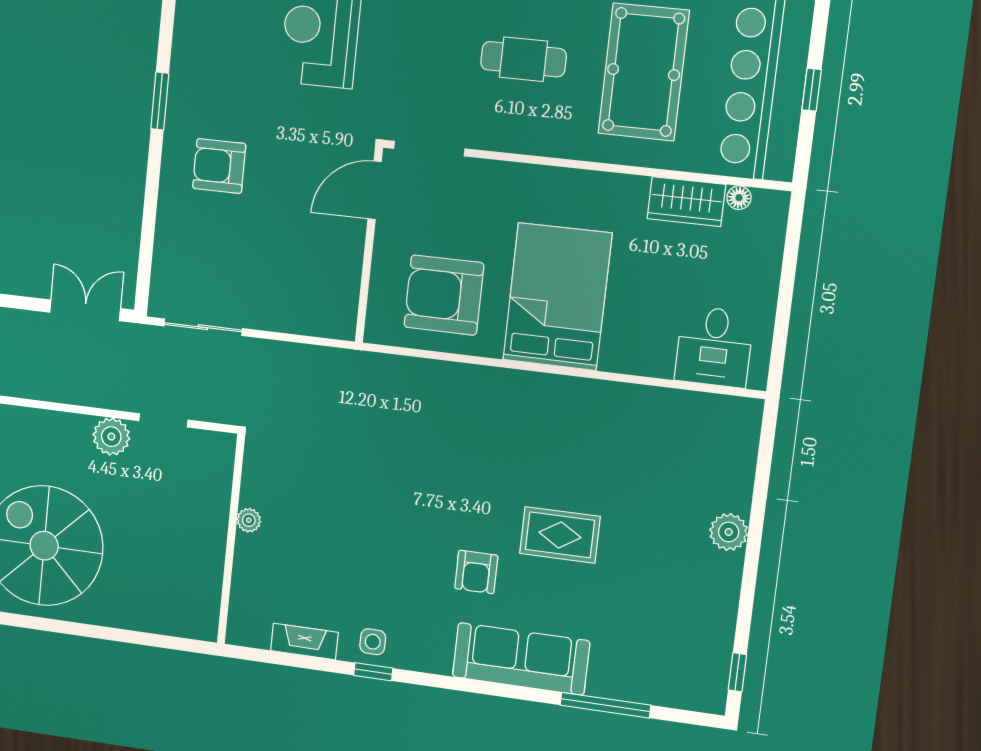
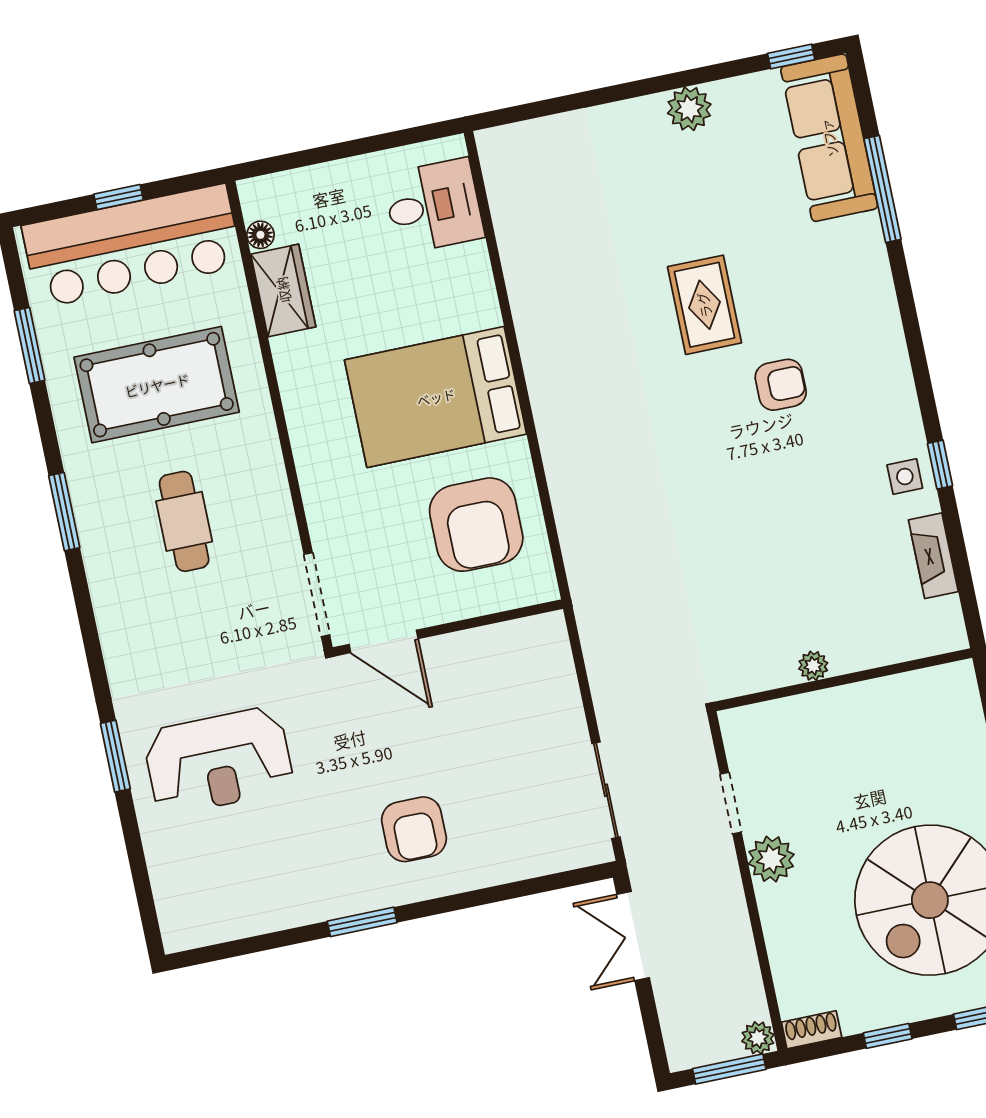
plant: (729, 532) -> (689, 109), moved
sofa: (521, 659) -> (829, 138), moved

